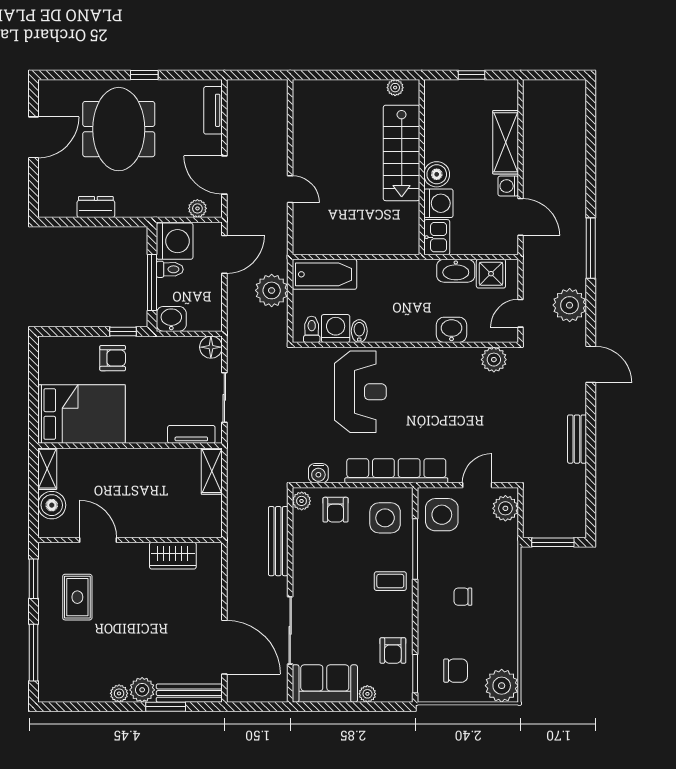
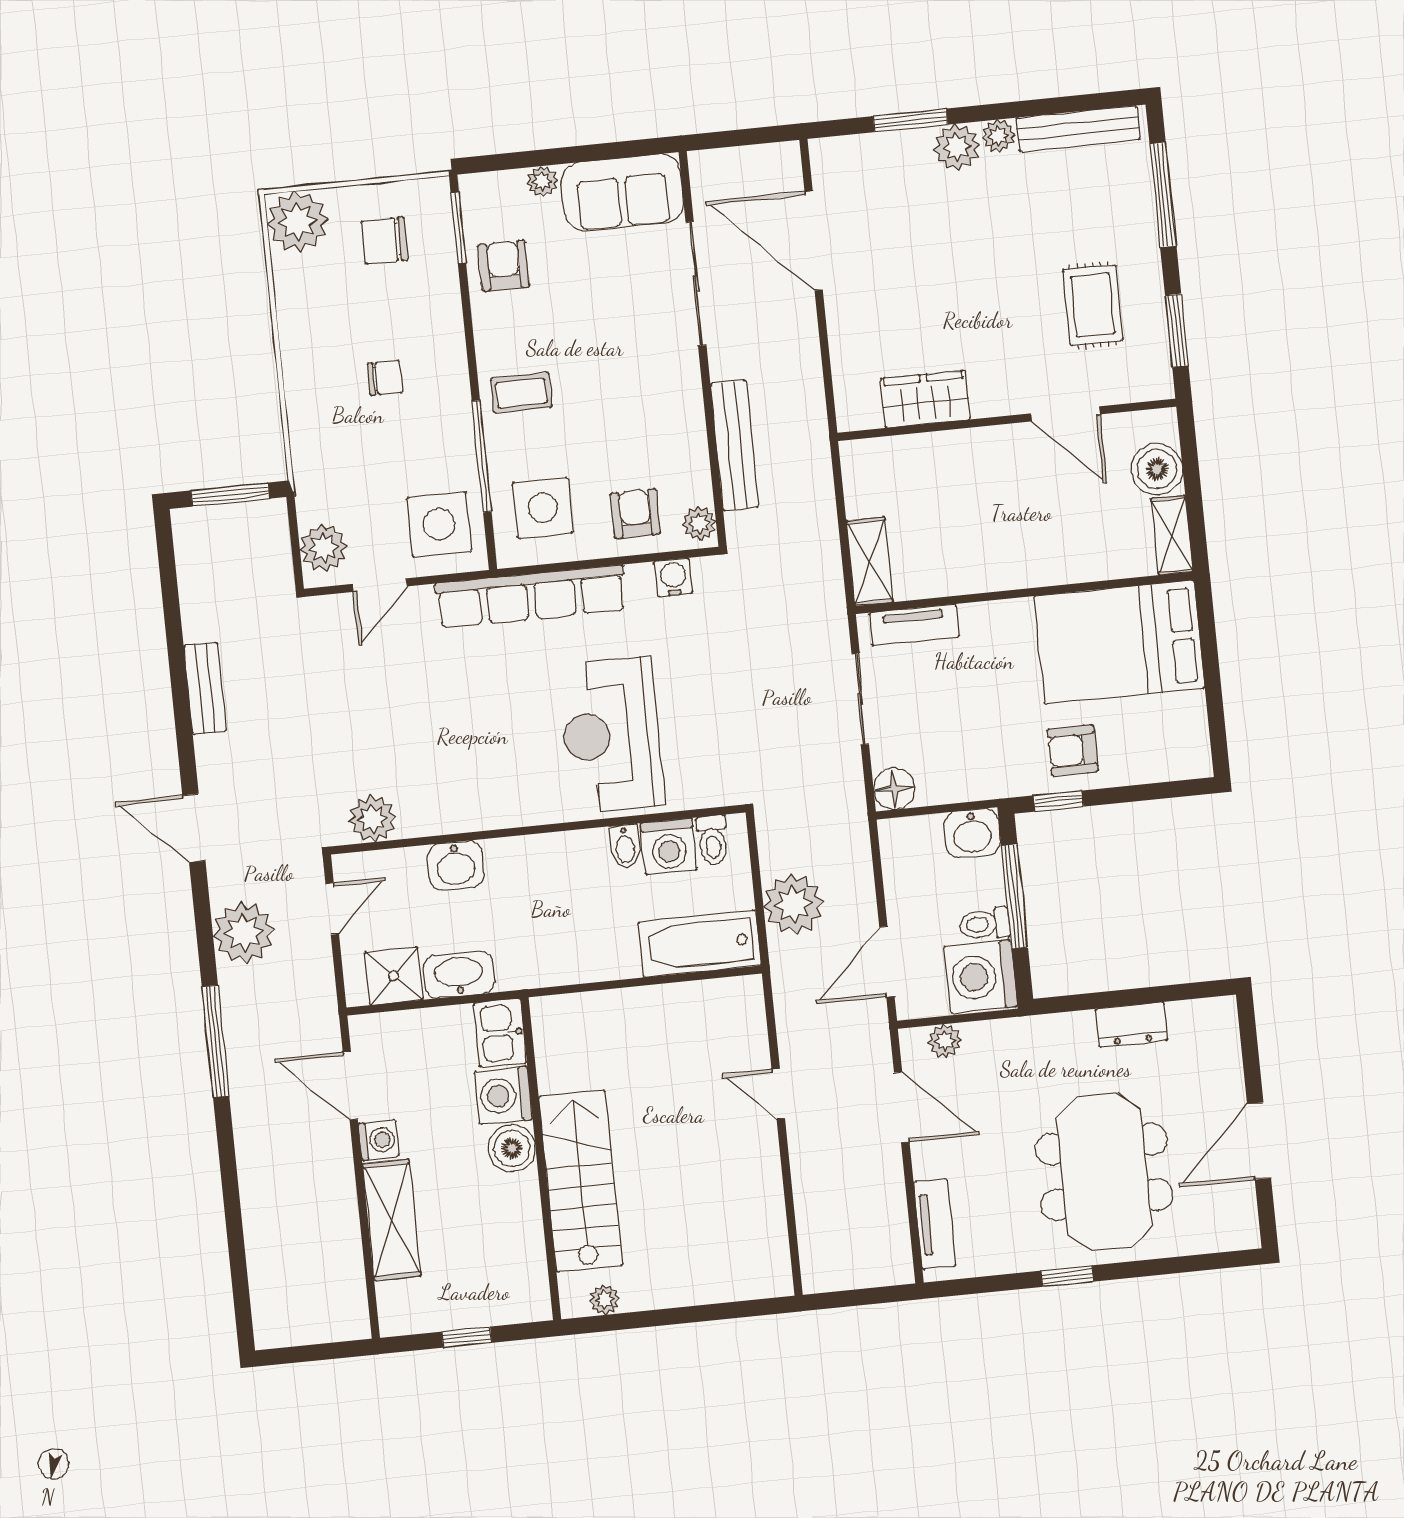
bench: (189, 693) -> (1078, 129), moved

